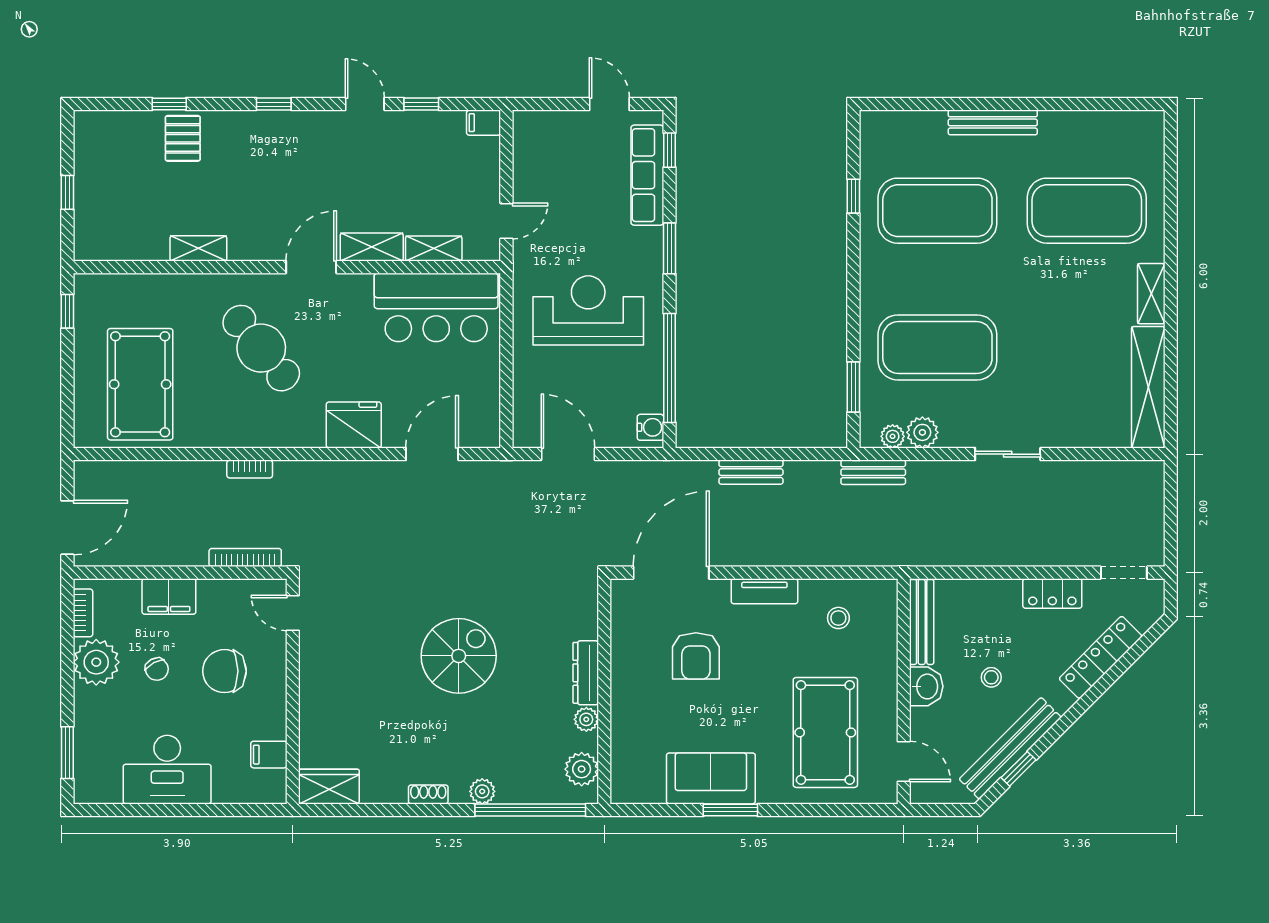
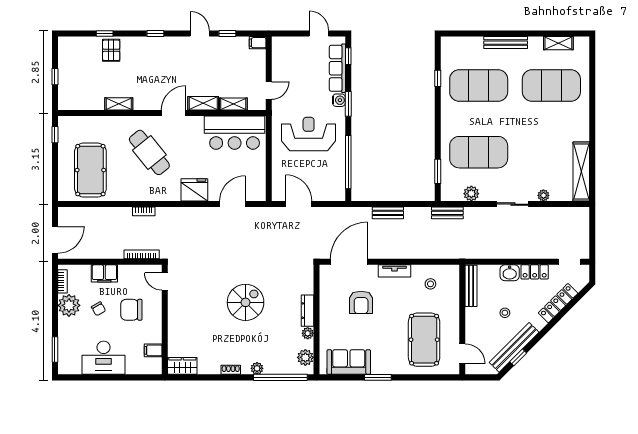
shelving: (1151, 294) -> (558, 43), moved, turned 90
water cooler: (650, 427) -> (339, 100), moved
plant: (893, 436) -> (543, 195), moved
washbasin: (926, 686) -> (510, 273), moved, turned 90
sofa: (711, 778) -> (349, 362), moved

